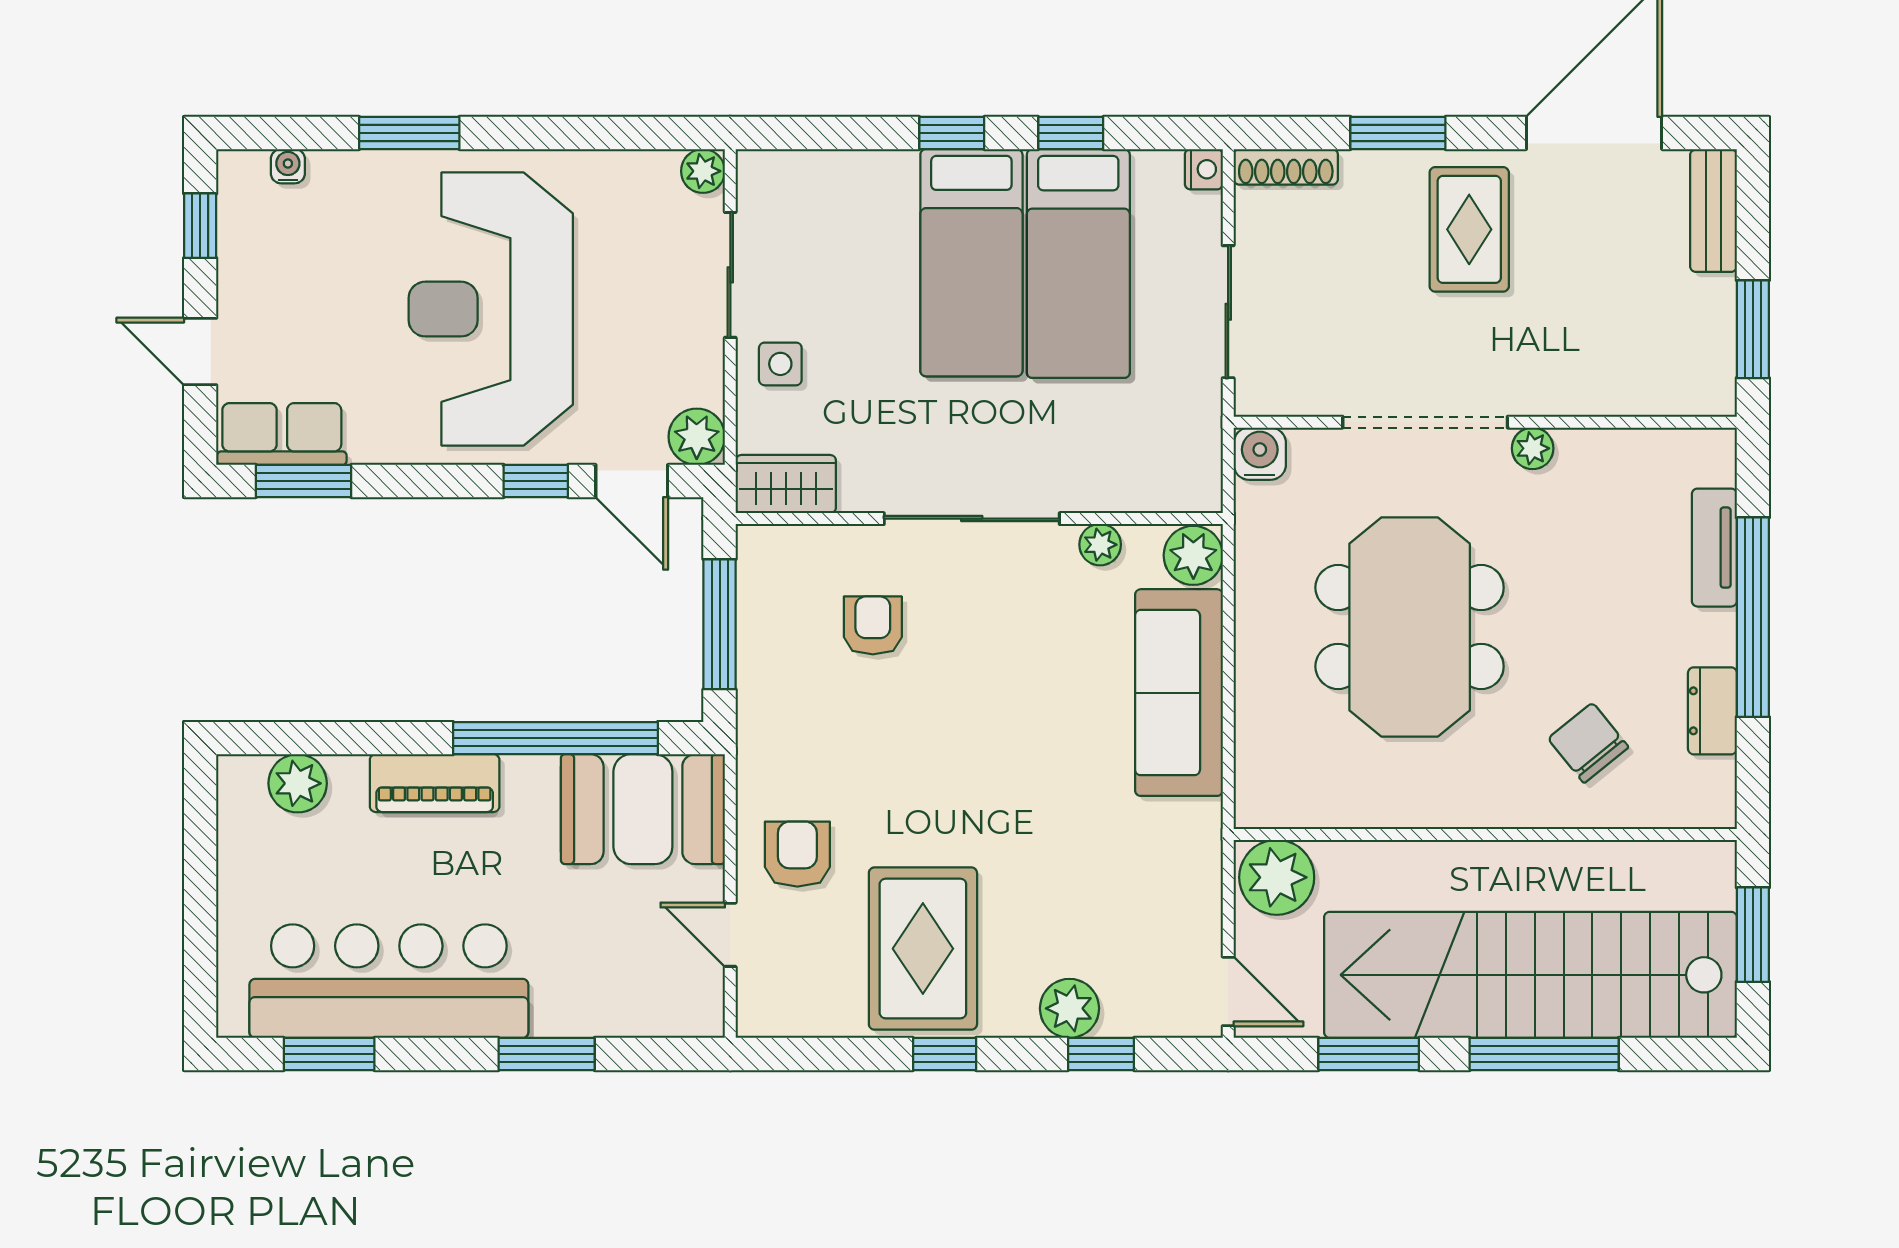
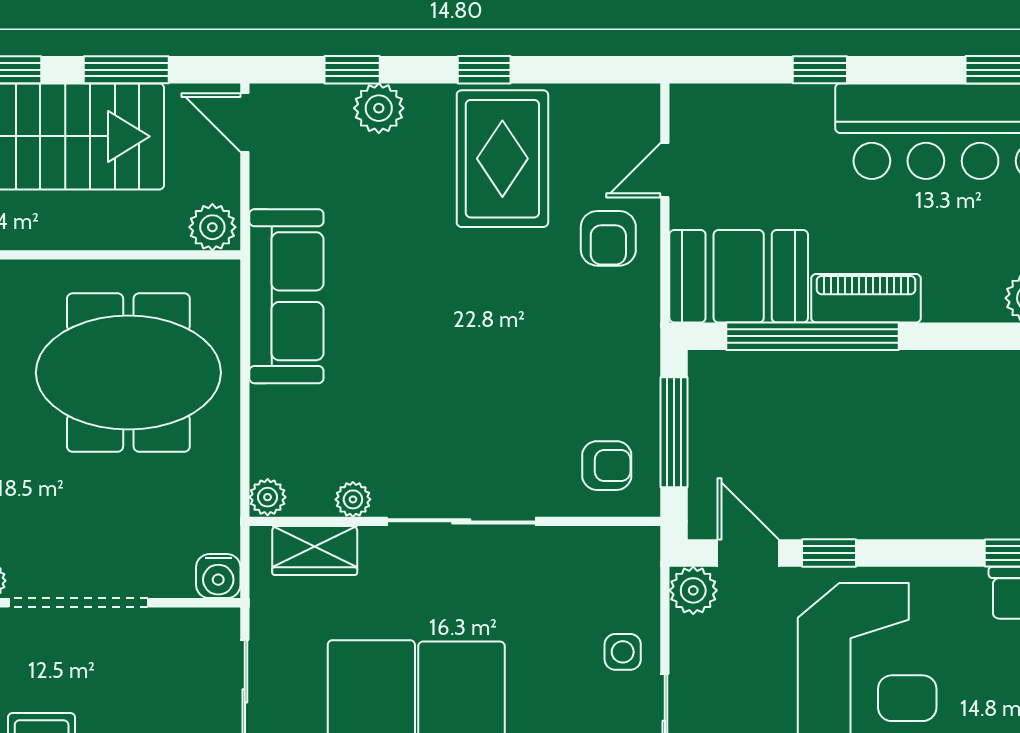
wardrobe: (786, 484) -> (315, 550), moved
plant: (1193, 555) -> (268, 497), width x0.73, depth x0.73
armchair: (873, 625) -> (607, 466), moved, turned -90
meeting table: (1410, 627) -> (128, 373), moved, turned 90
sofa: (1179, 693) -> (286, 296), moved
piano: (435, 783) -> (866, 298), moved
plant: (1277, 877) -> (212, 227), width x0.73, depth x0.73
door: (730, 935) -> (665, 170), swing flipped
window: (547, 1054) -> (820, 70), width x0.67

